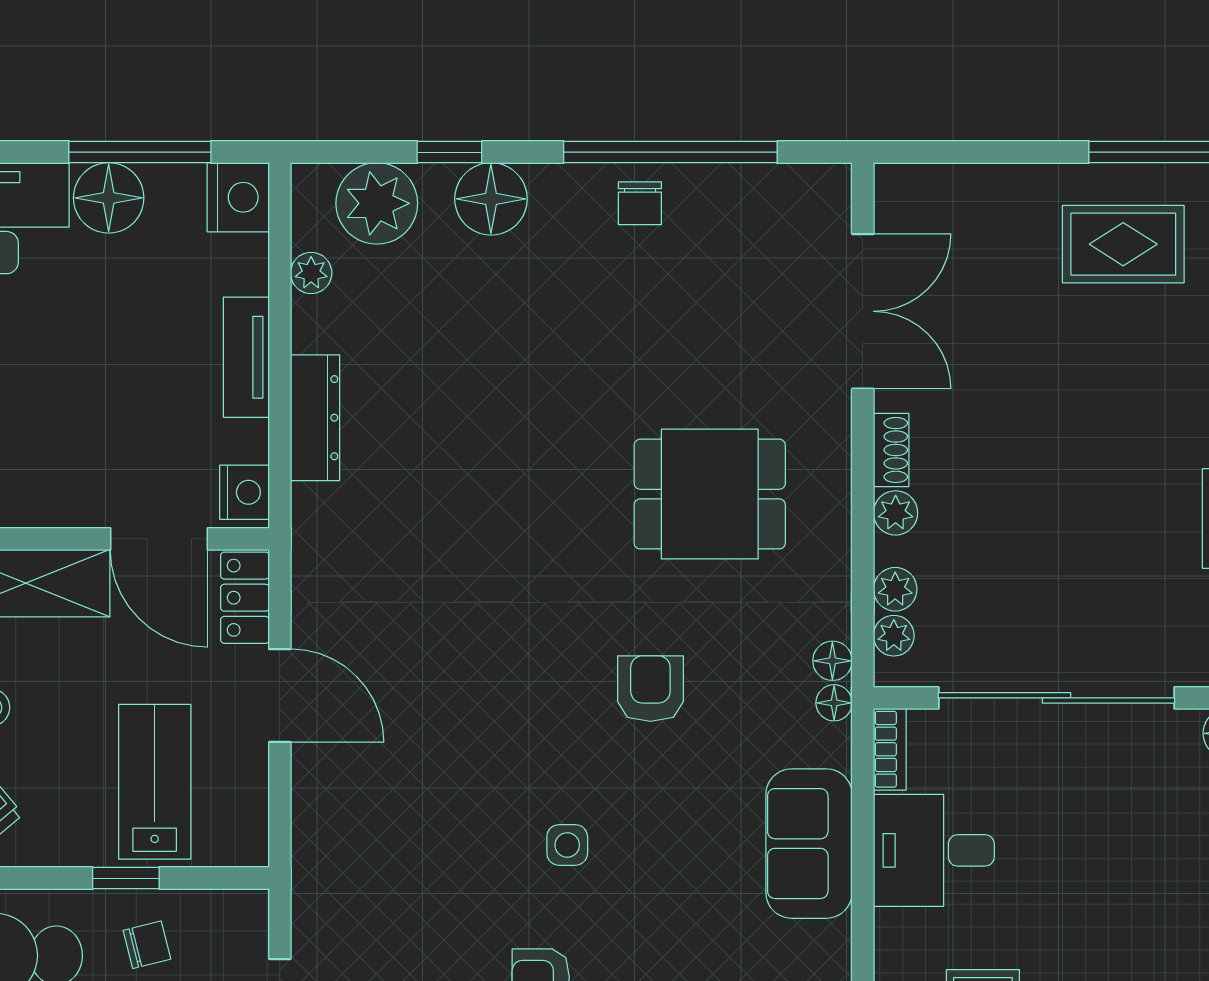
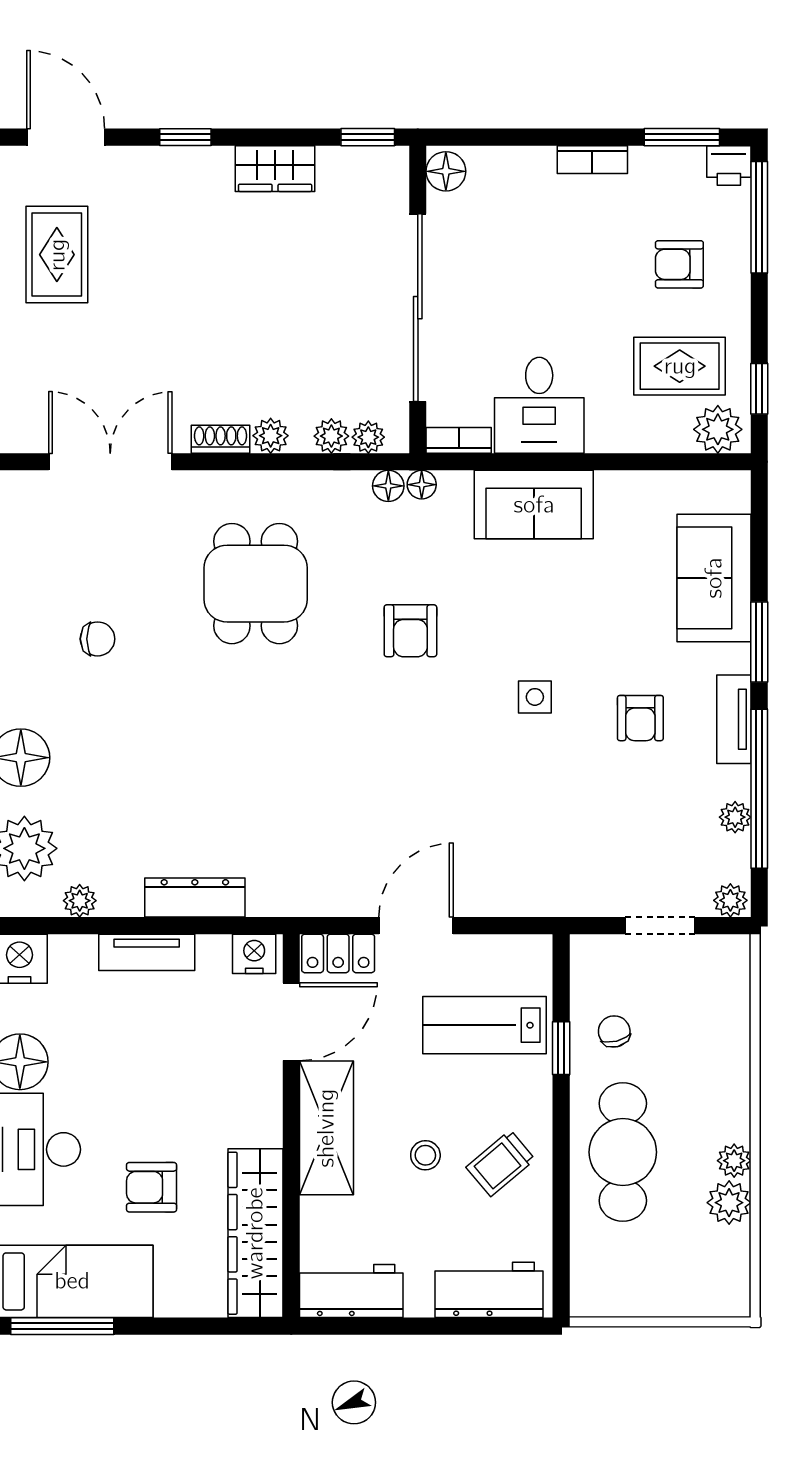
chair: (640, 203) -> (98, 639), moved
armchair: (650, 689) -> (410, 631), turned -90

